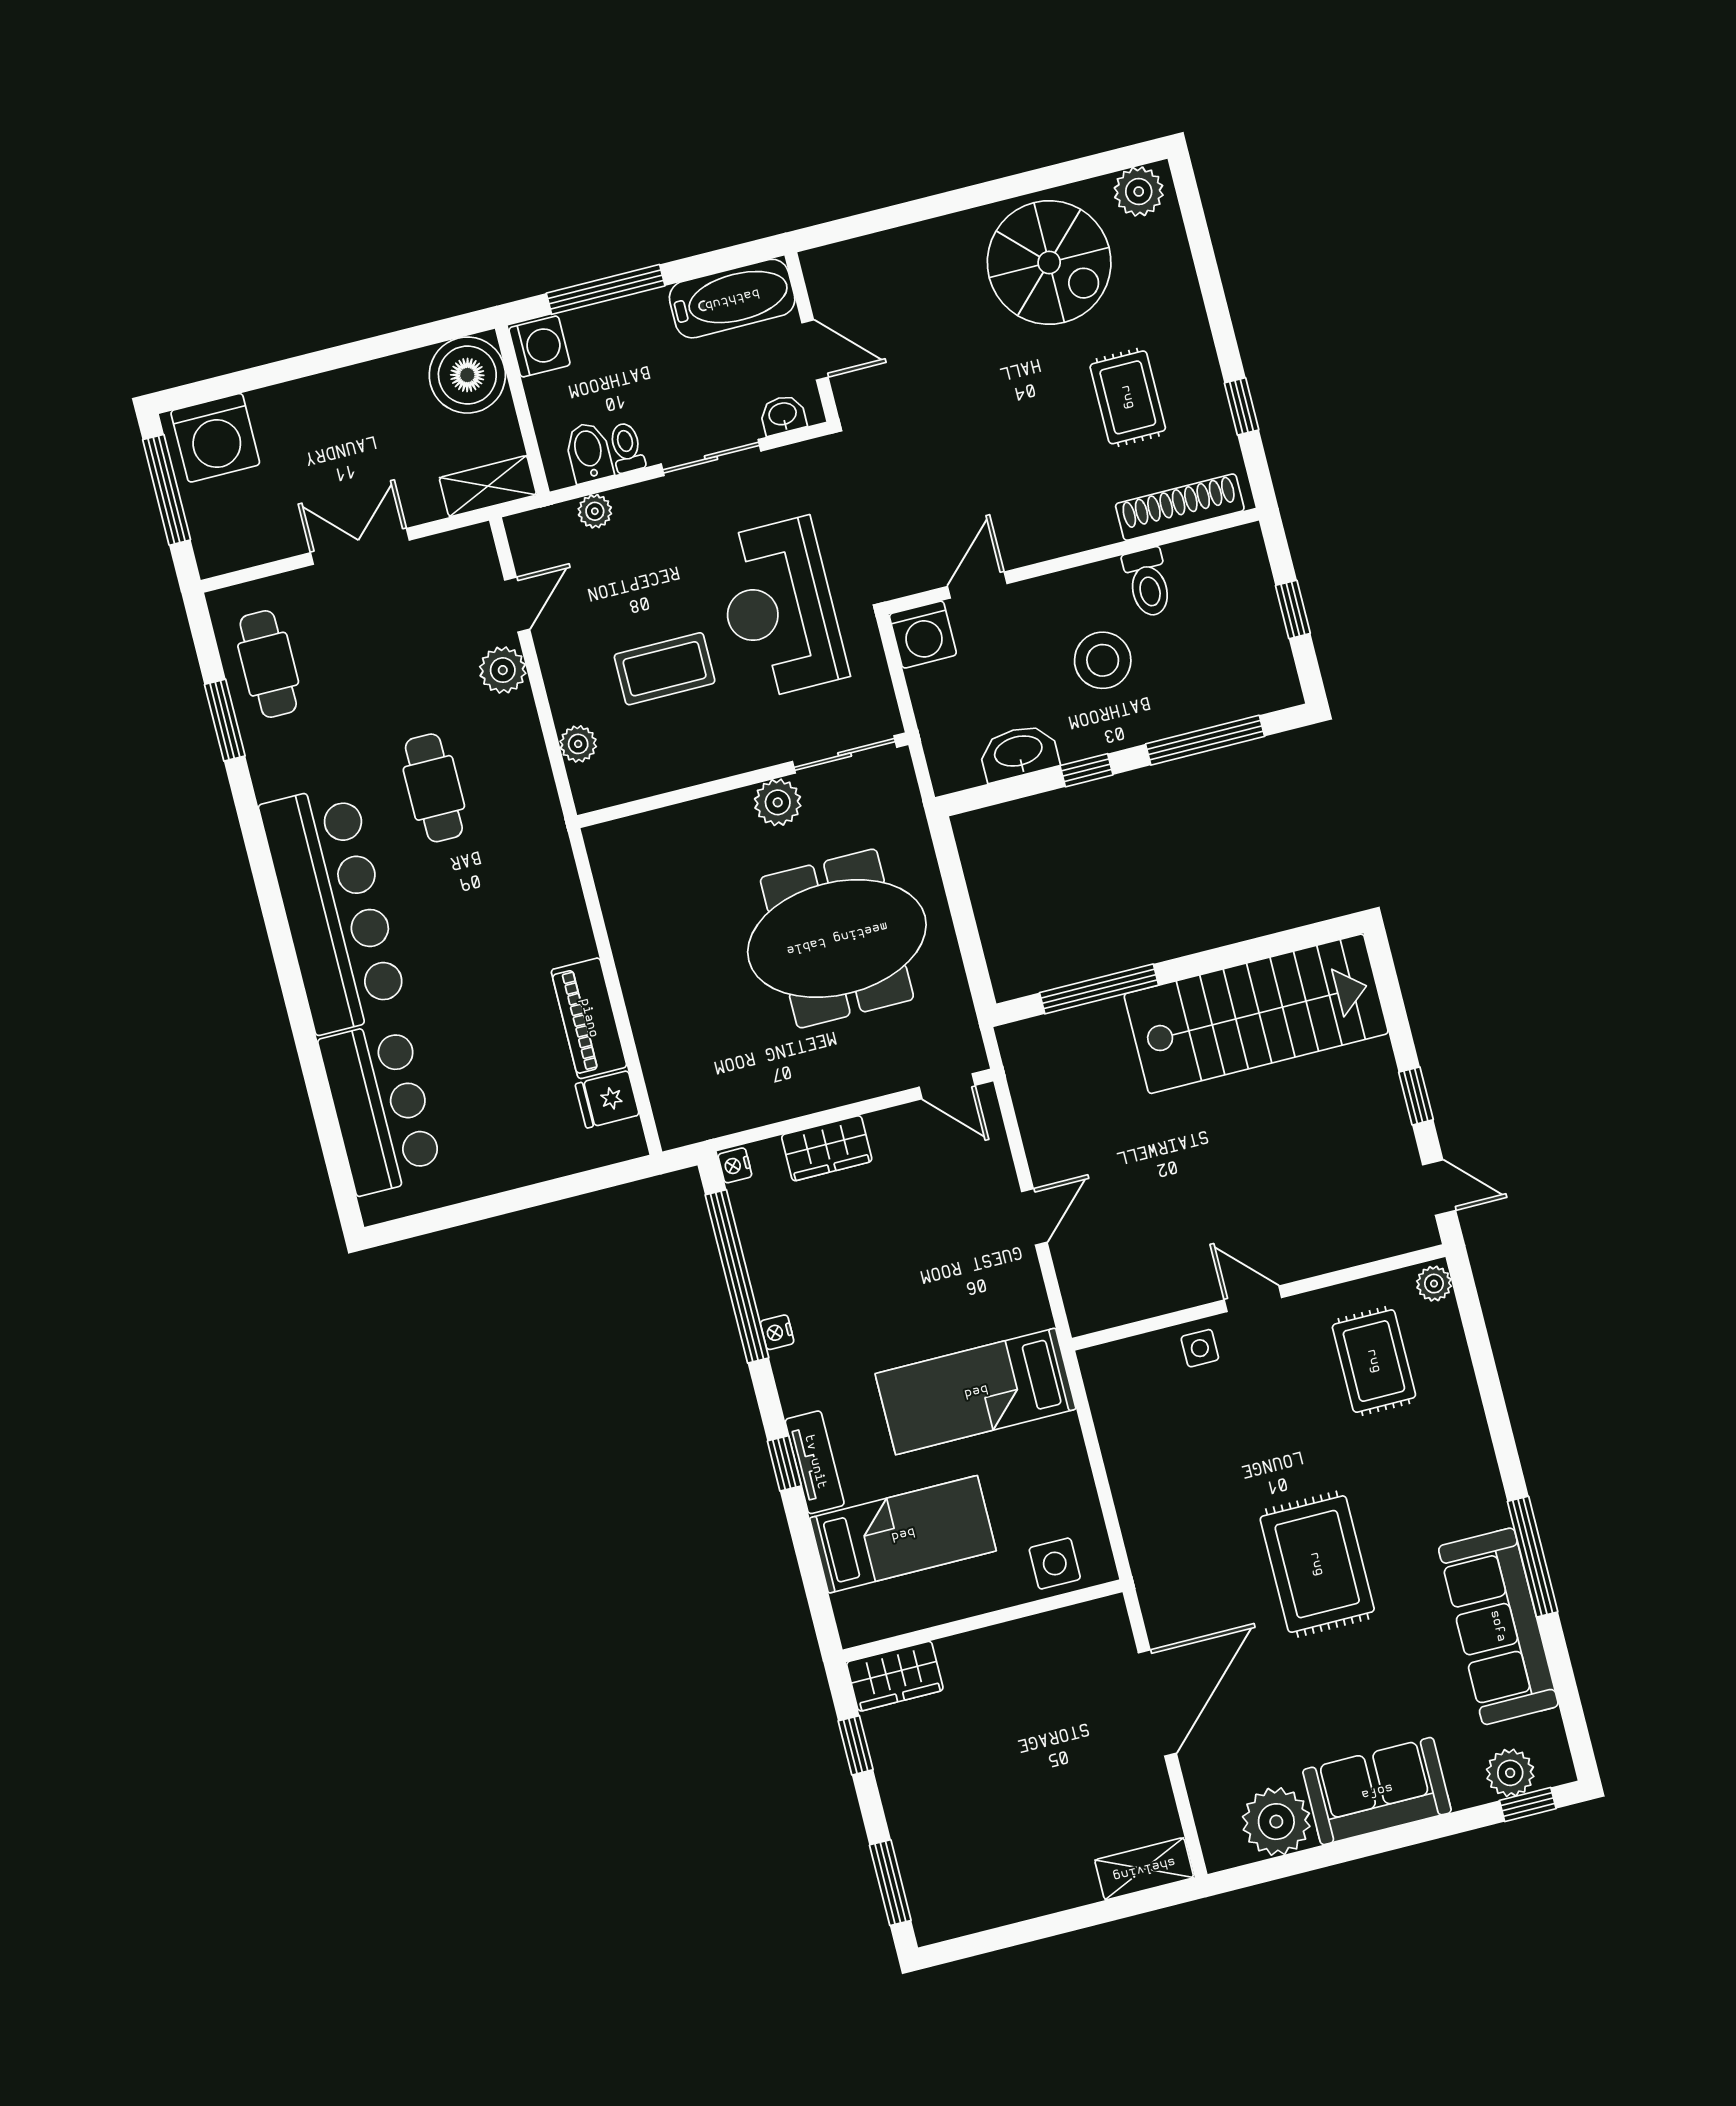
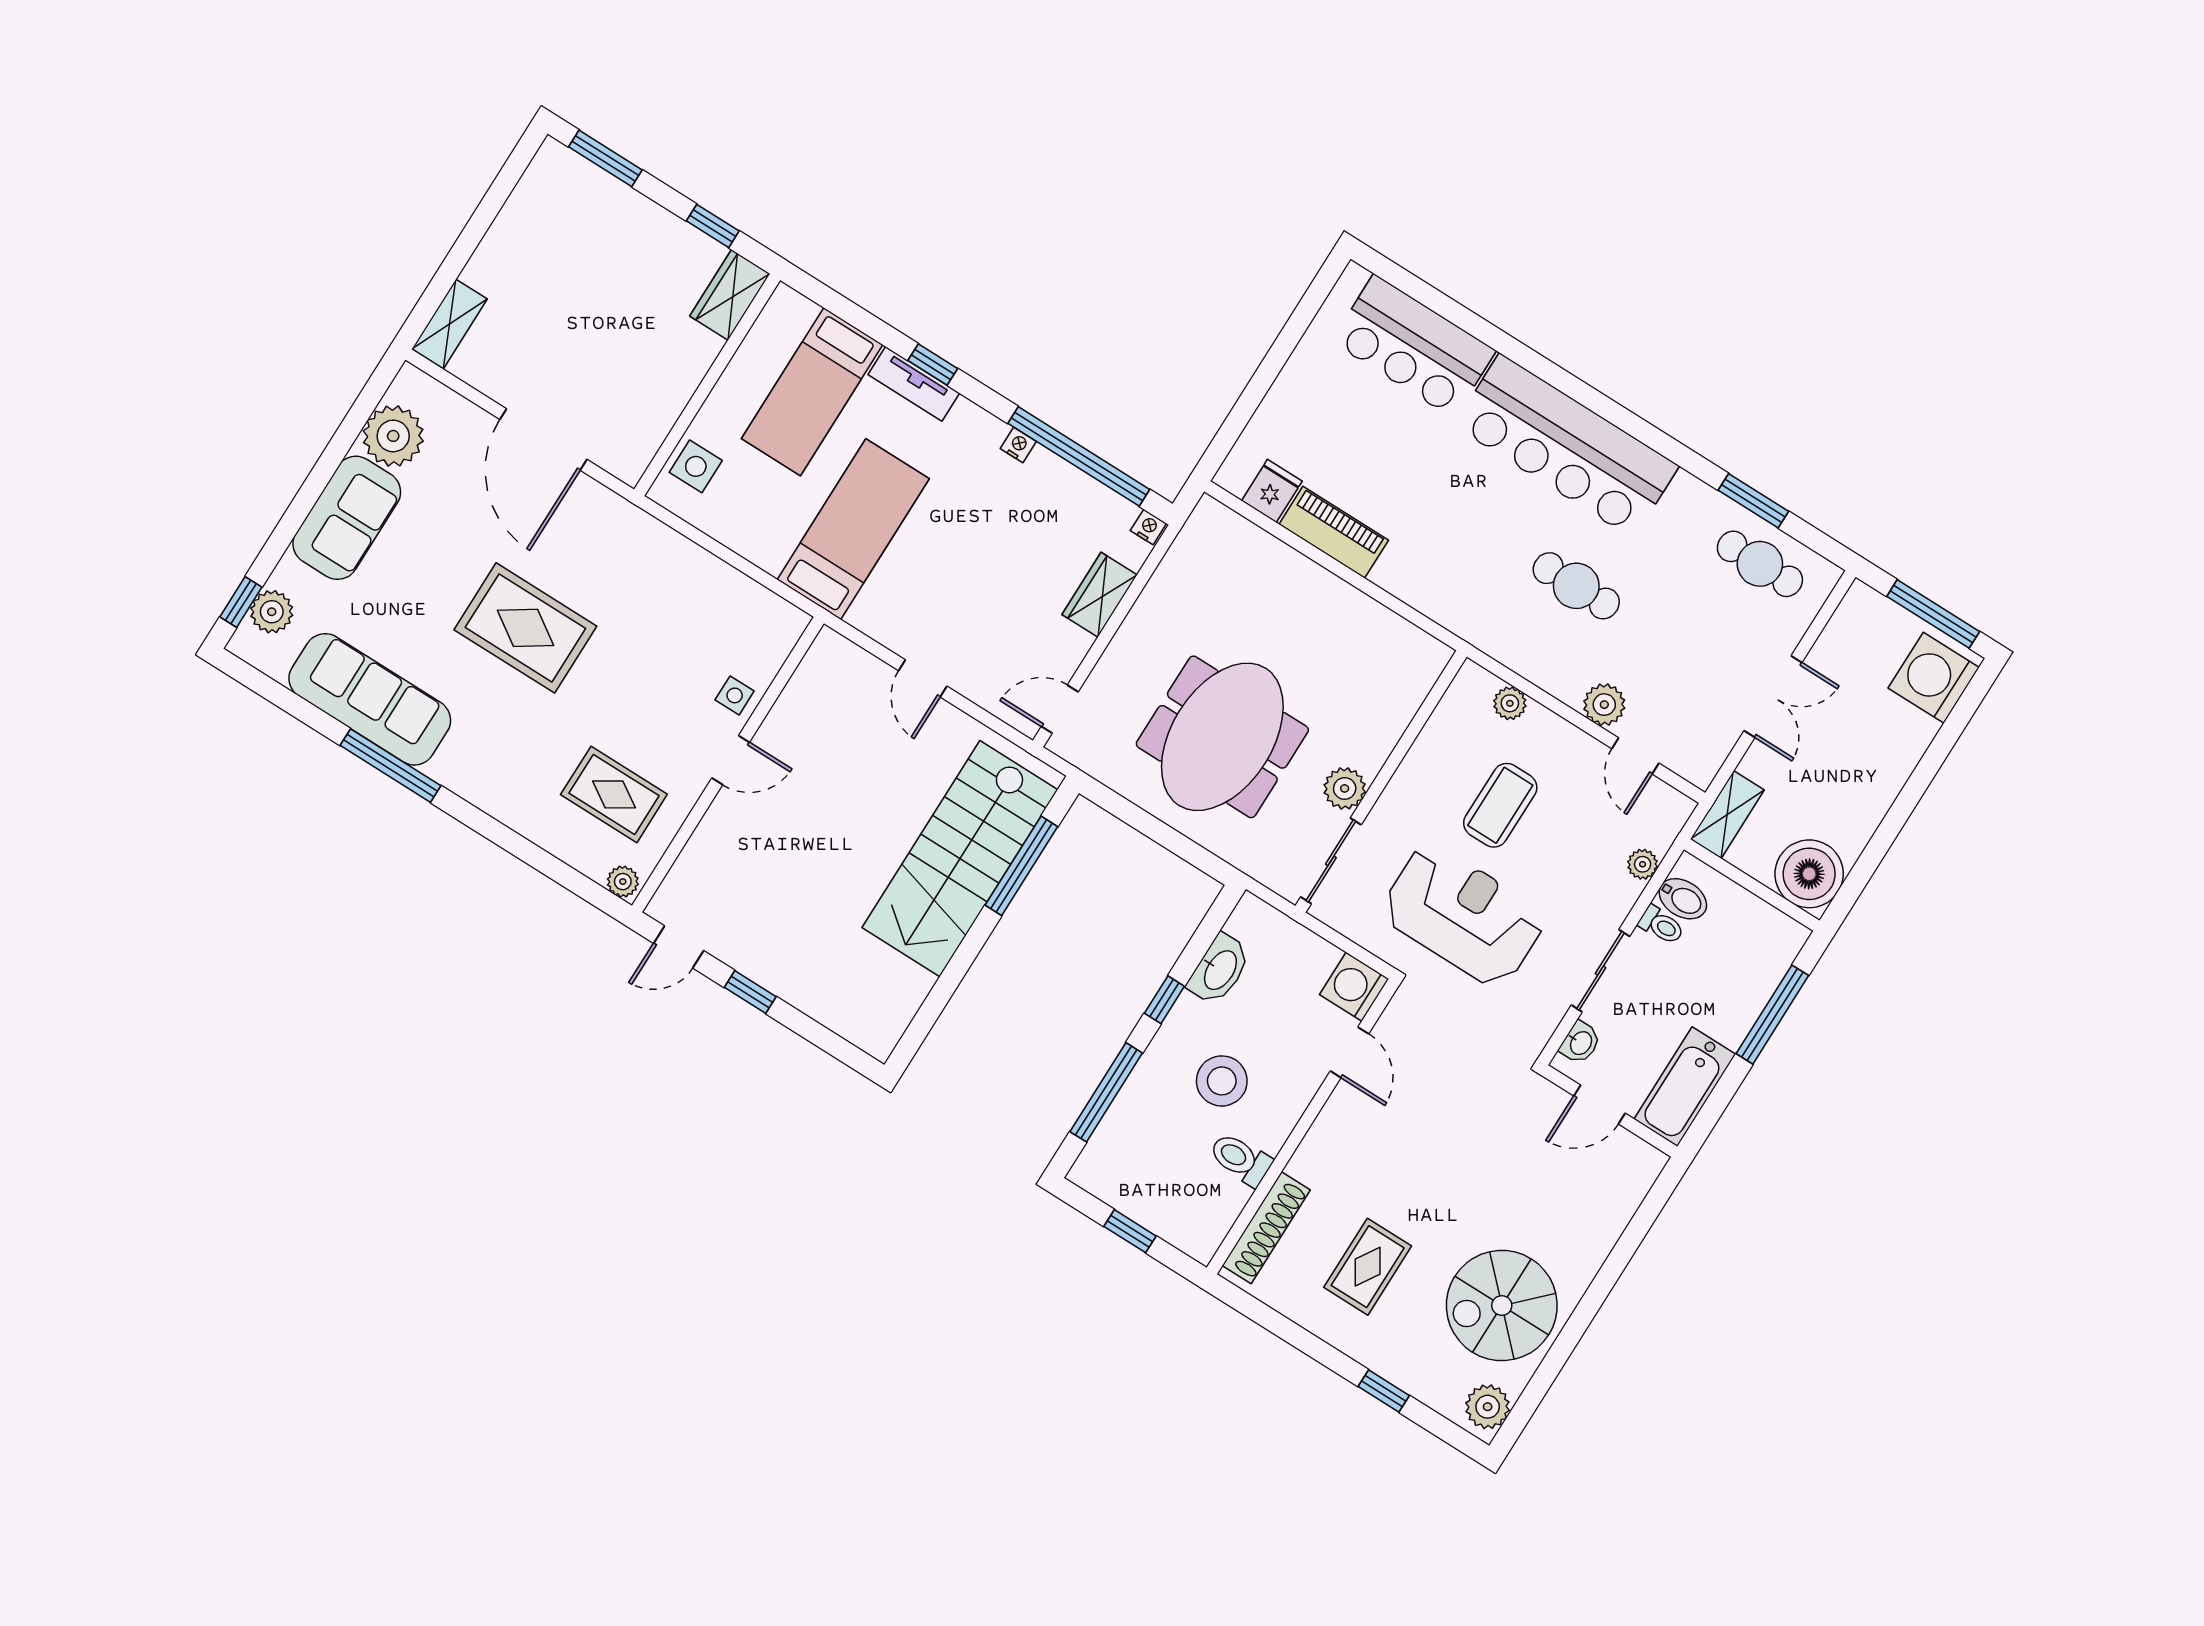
washing machine: (539, 346) -> (1780, 937), removed
rug: (1128, 397) -> (1368, 1267), turned 90
window: (1242, 406) -> (1384, 1391), moved
stairs: (1256, 1014) -> (960, 859), moved

